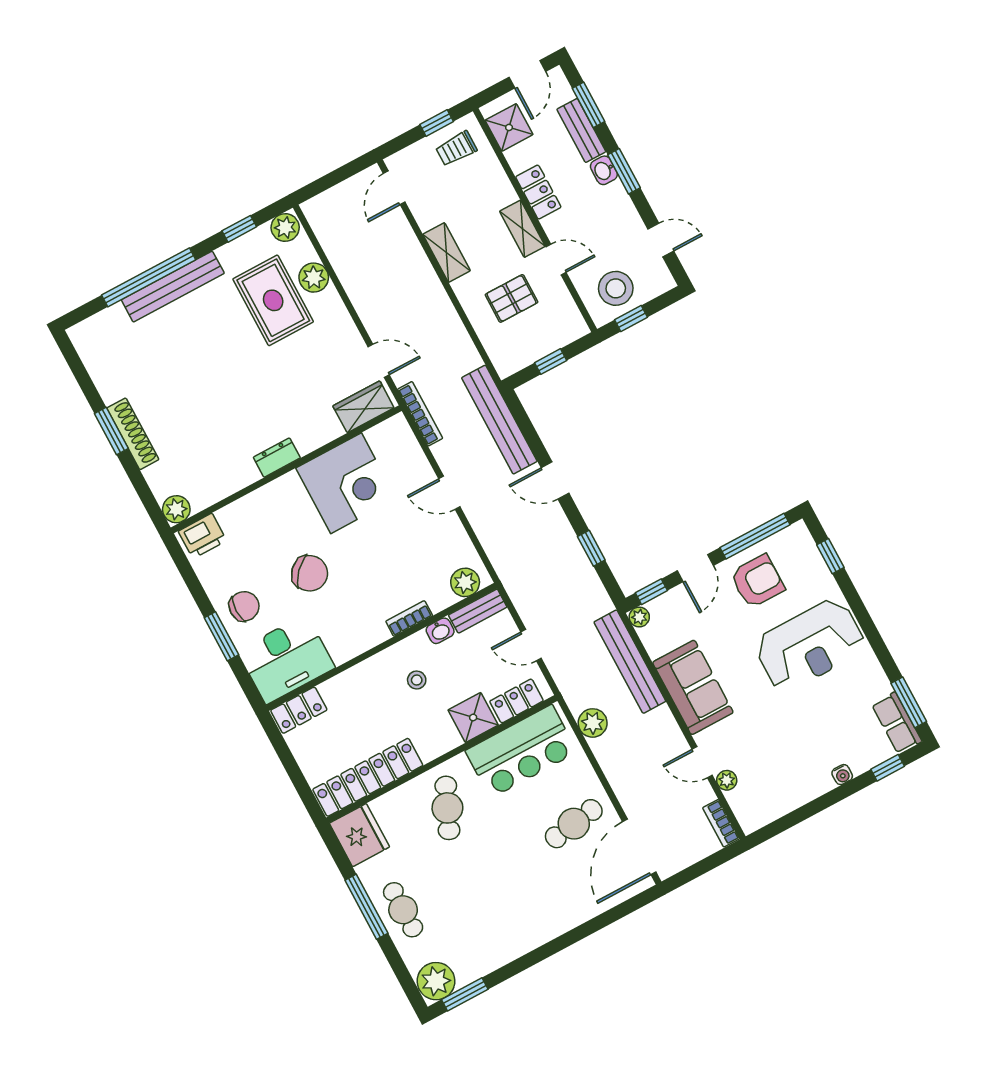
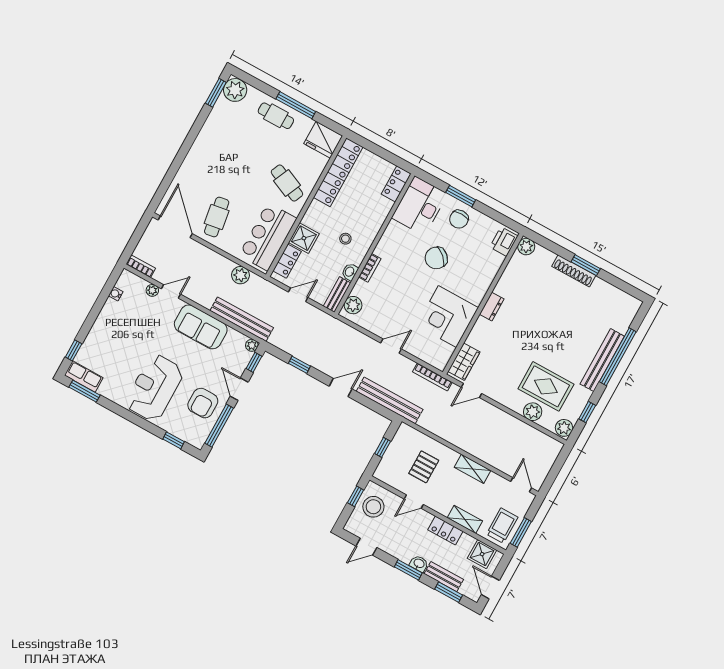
window: (437, 123) -> (521, 532), width x1.50
trolley: (456, 149) -> (502, 526), width x1.36, depth x1.39
shelving: (522, 229) -> (465, 519), moved
water cooler: (842, 775) -> (116, 294), moved

